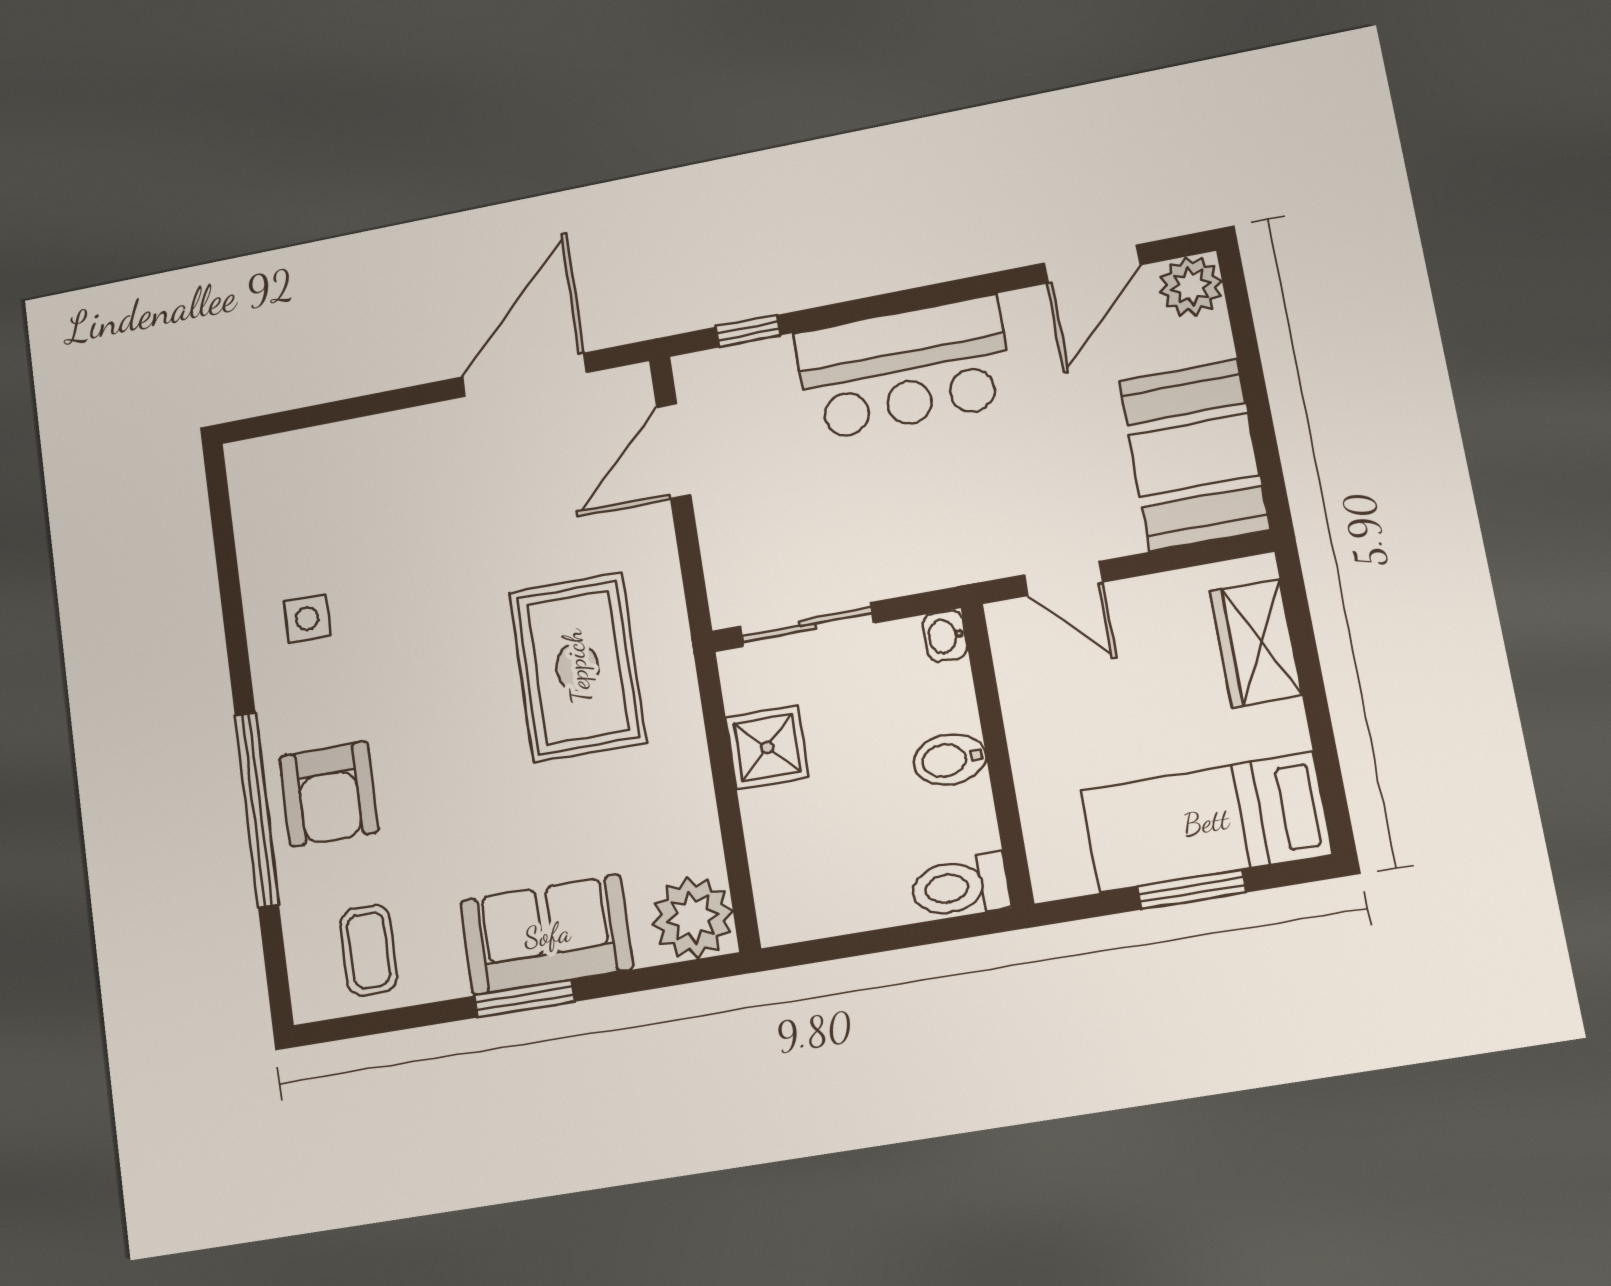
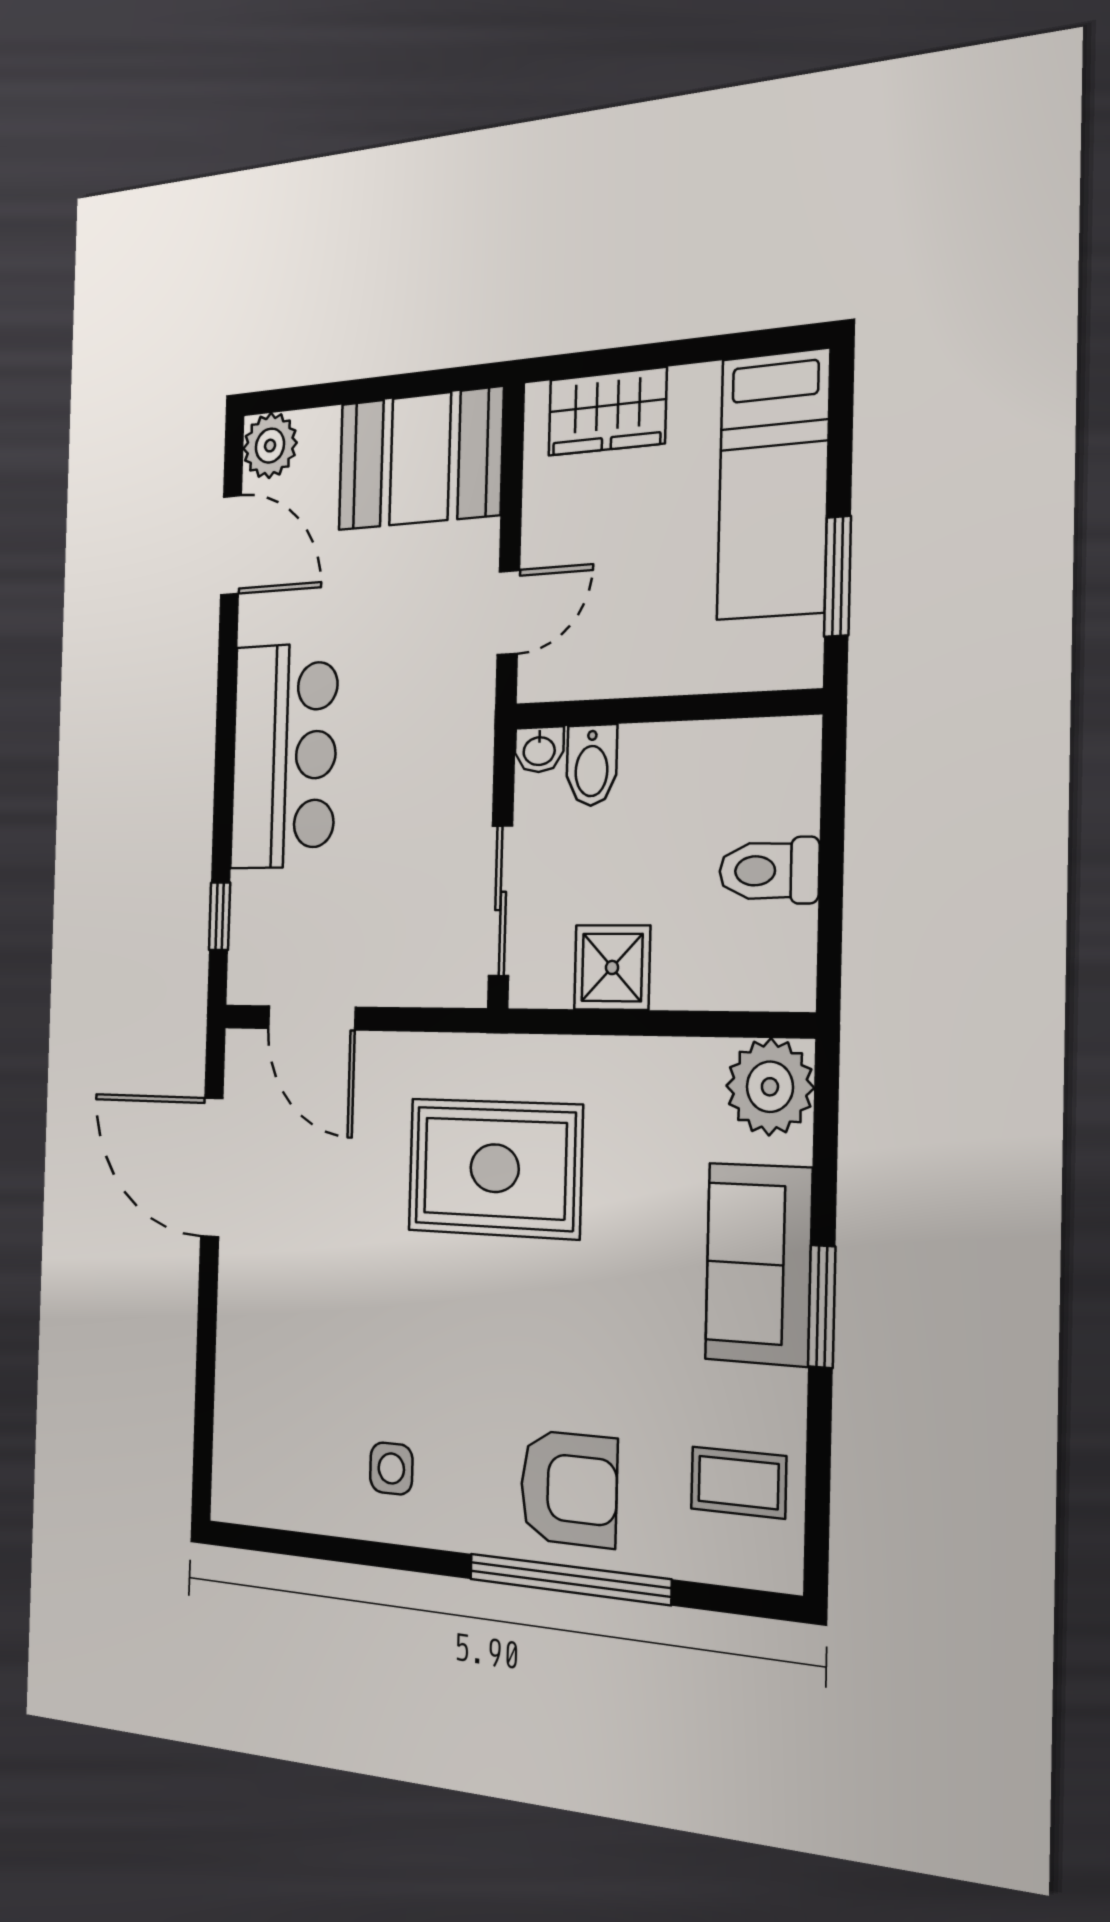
bidet: (950, 760) -> (592, 765), moved
toilet: (960, 886) -> (769, 871), moved, turned 90
window: (1191, 890) -> (838, 576), moved

